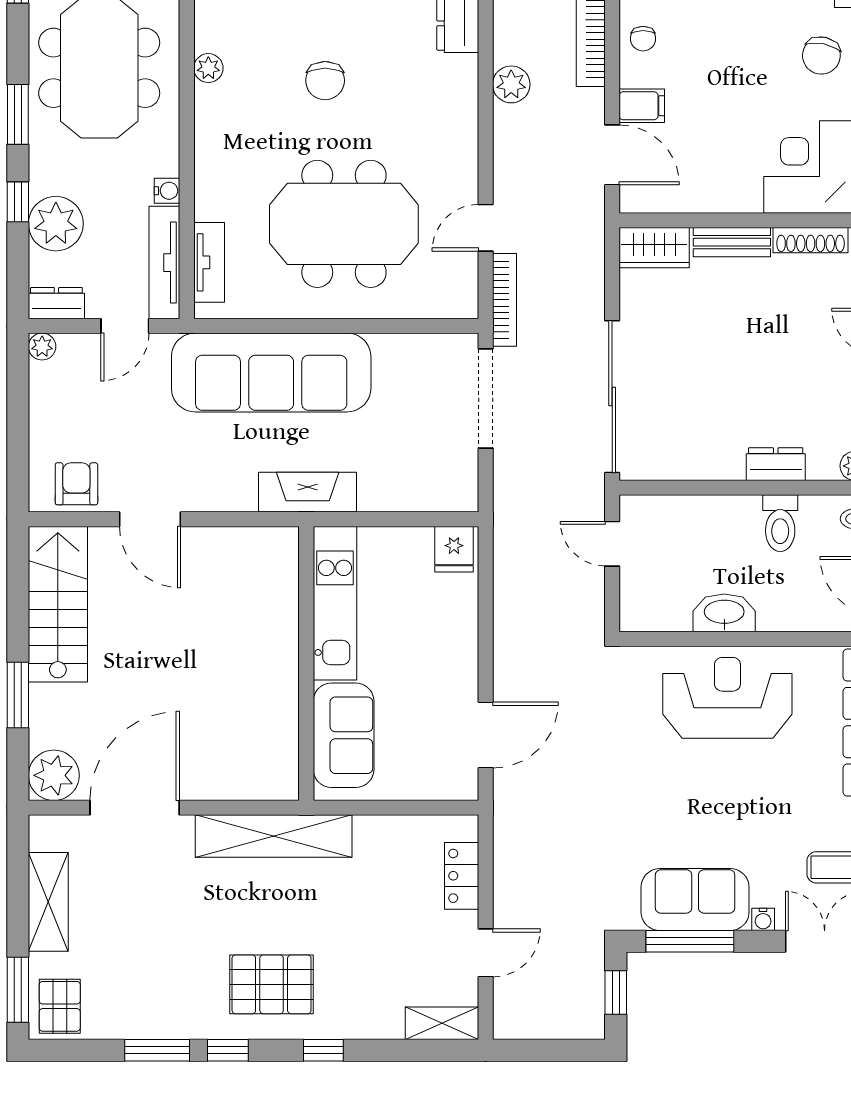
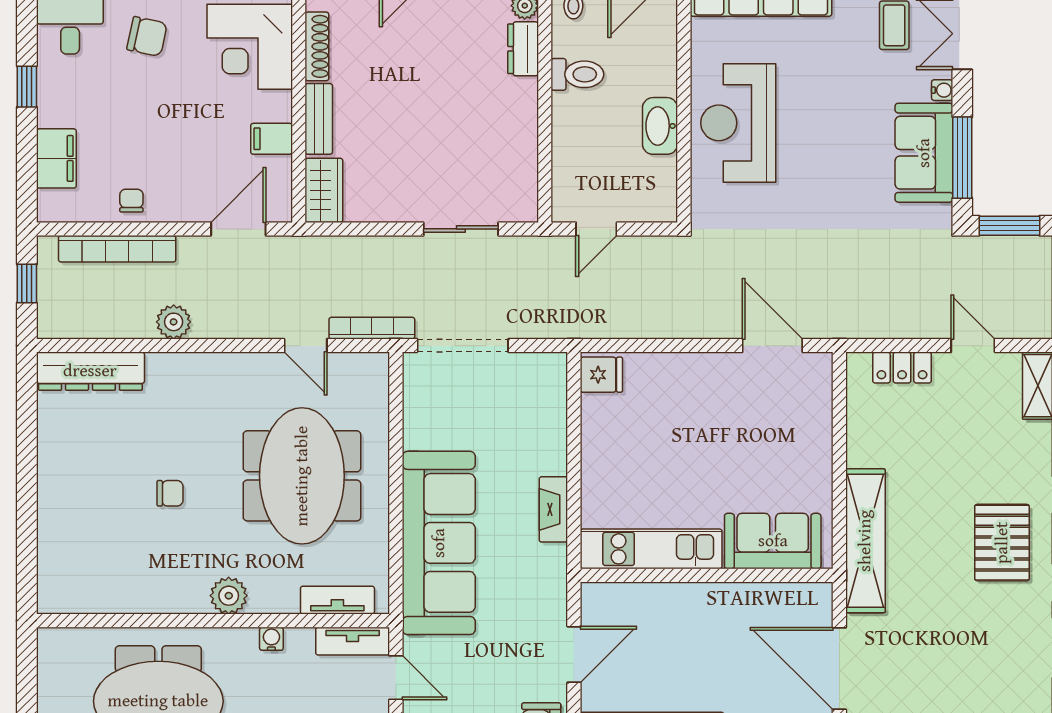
chair: (643, 39) -> (131, 201), turned -90
plant: (208, 68) -> (229, 596), moved, width x1.38, depth x1.38
chair: (325, 81) -> (170, 493), width x0.73, depth x0.73
filing cabinet: (642, 106) -> (272, 139), moved, turned -90
tv unit: (164, 263) -> (353, 641), width x0.71
sliding door: (612, 397) -> (461, 229), width x0.54
dresser: (776, 464) -> (523, 49), moved
fireplace: (308, 492) -> (553, 509), width x0.73, depth x0.76
kitchen unit: (335, 603) -> (651, 549), moved
wall: (306, 663) -> (707, 575), moved
sofa: (344, 735) -> (773, 541), moved
window: (616, 993) -> (1009, 226), width x1.50

